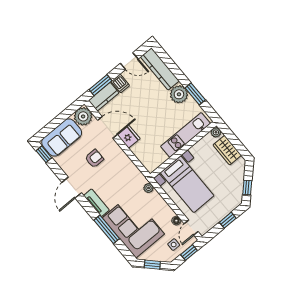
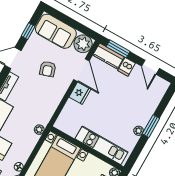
kitchen counter: (160, 69) -> (154, 98), removed
plant: (179, 94) -> (139, 131), width x0.53, depth x0.53
window: (195, 94) -> (151, 126), moved
window: (44, 154) -> (28, 31), moved
armchair: (94, 159) -> (48, 69), turned 72

